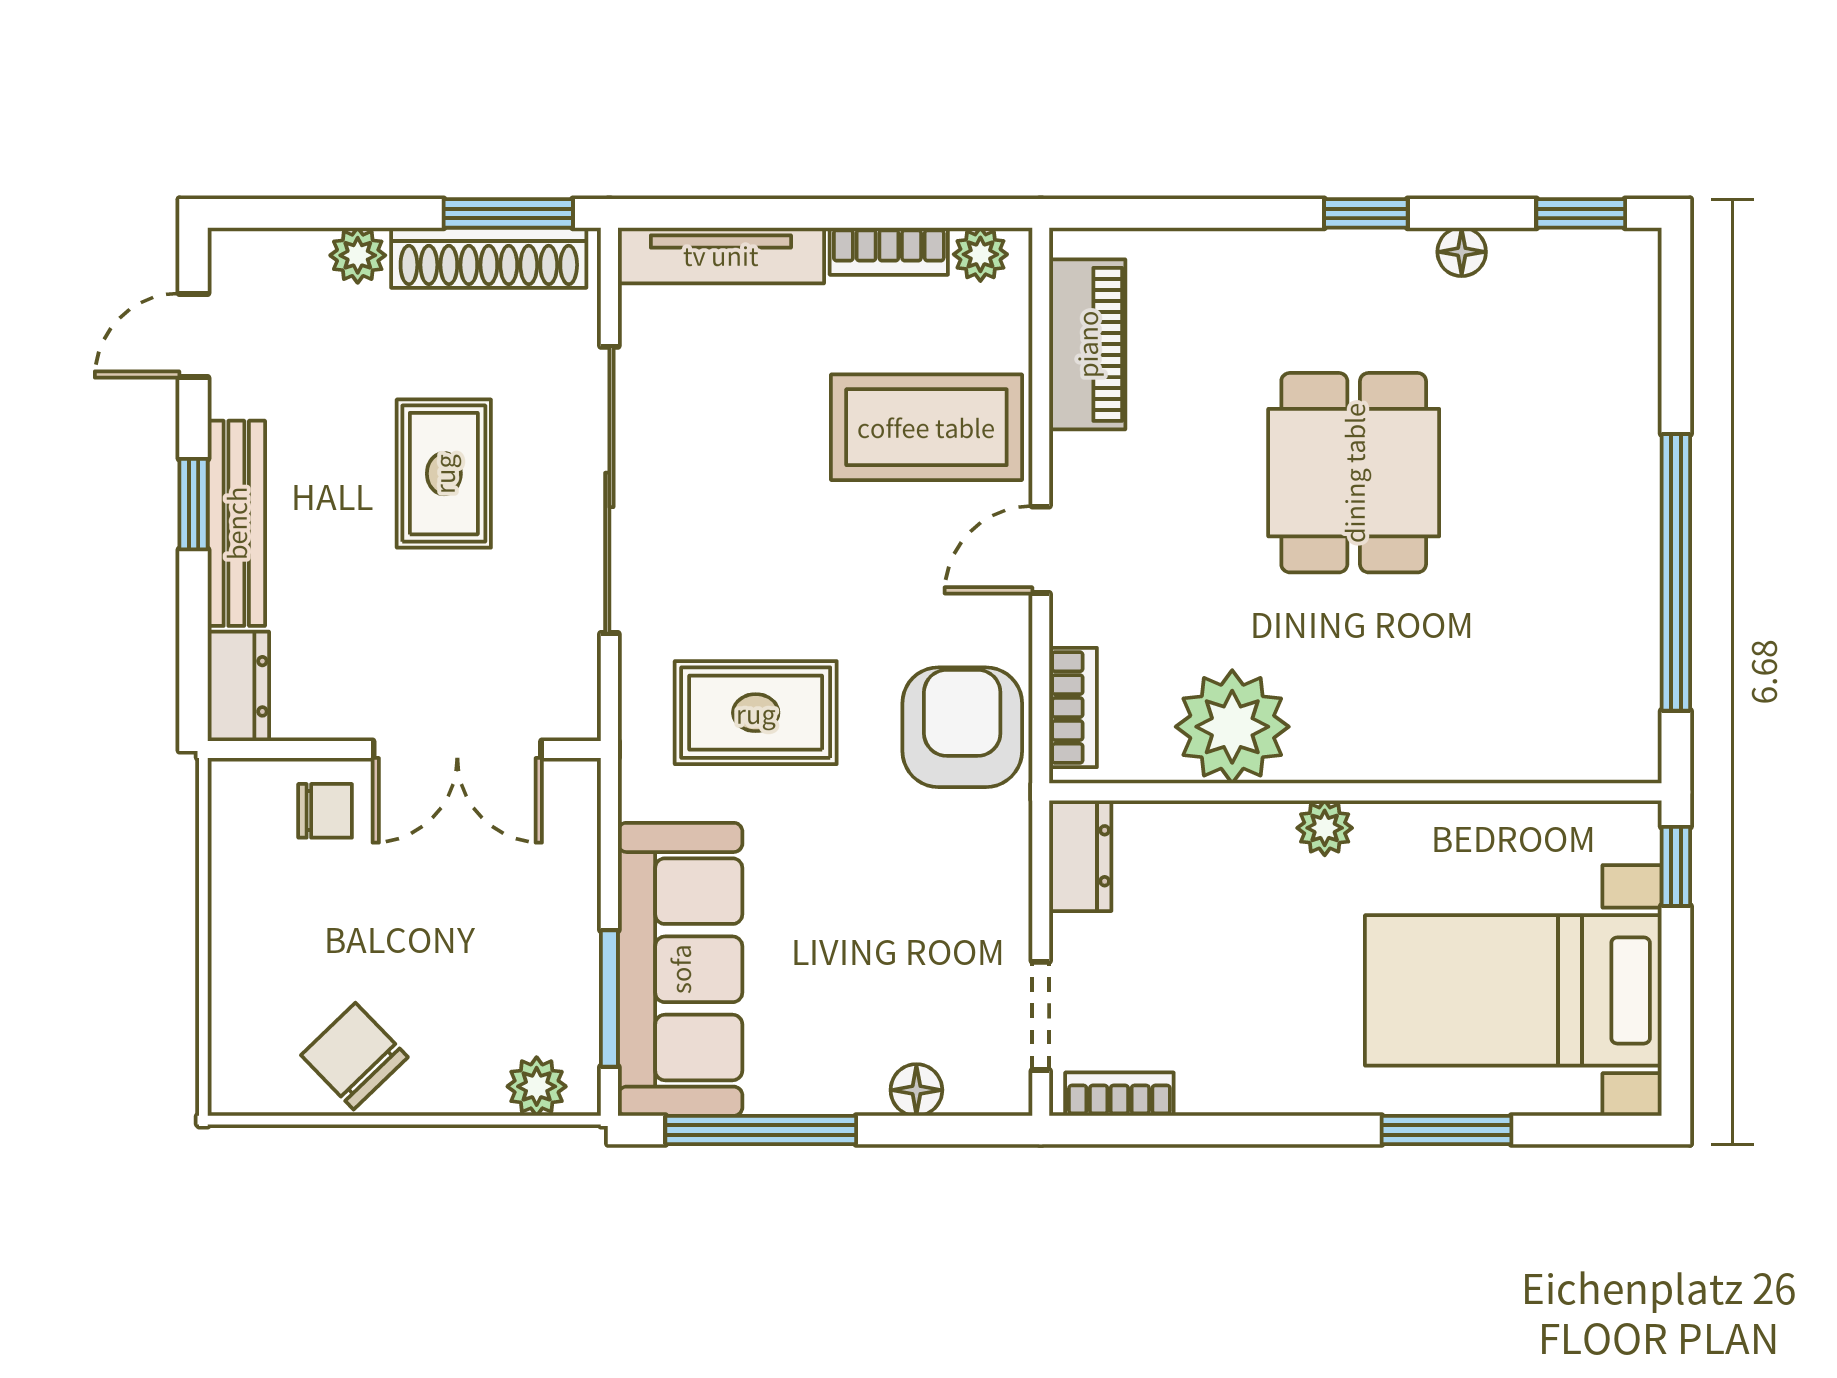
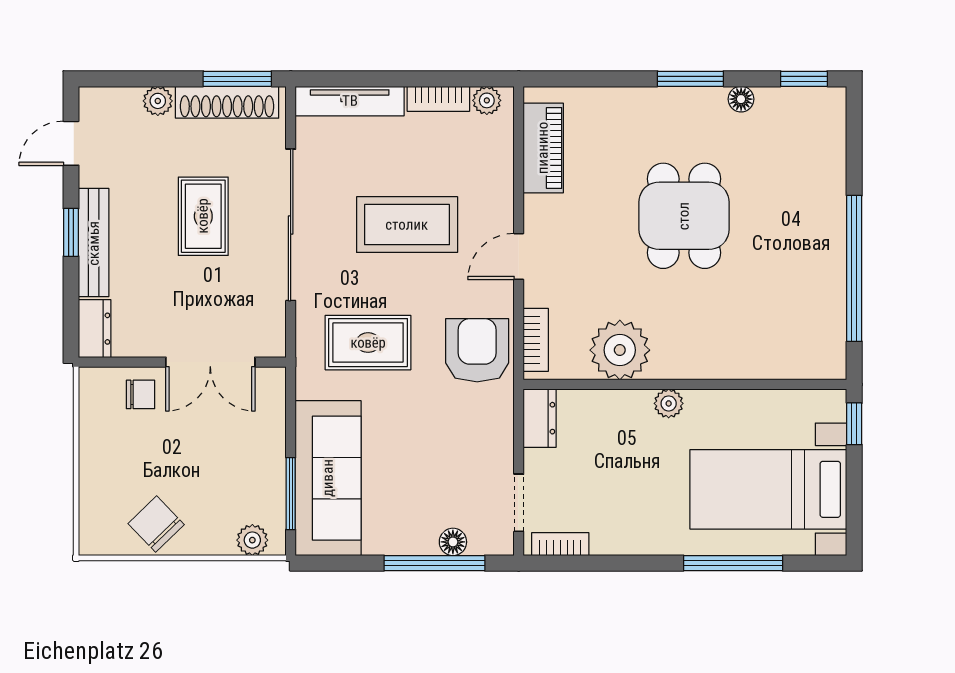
window: (1366, 213) -> (690, 79), width x1.50
coffee table: (926, 427) -> (407, 225), moved
window: (761, 1130) -> (434, 563), moved
window: (1447, 1130) -> (733, 563), width x1.44

